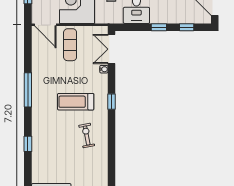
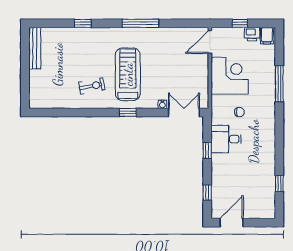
window: (159, 27) -> (207, 150), moved
exercise mat: (70, 45) -> (189, 68), removed
treadmill: (76, 102) -> (128, 74), width x1.37, depth x1.38

